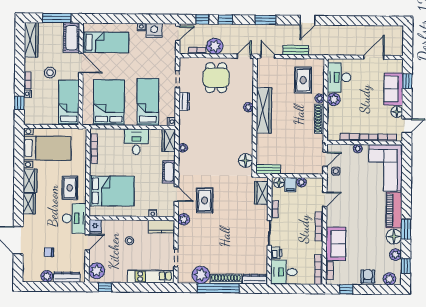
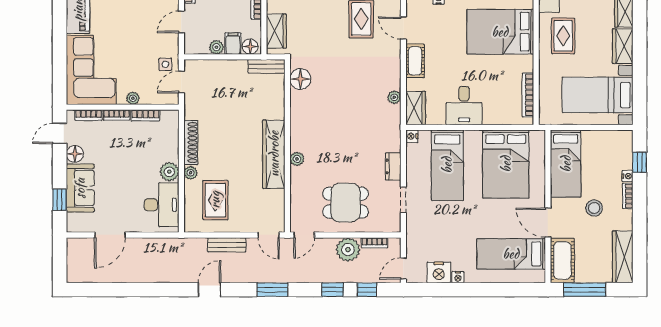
dining table: (216, 78) -> (346, 203), turned 90

